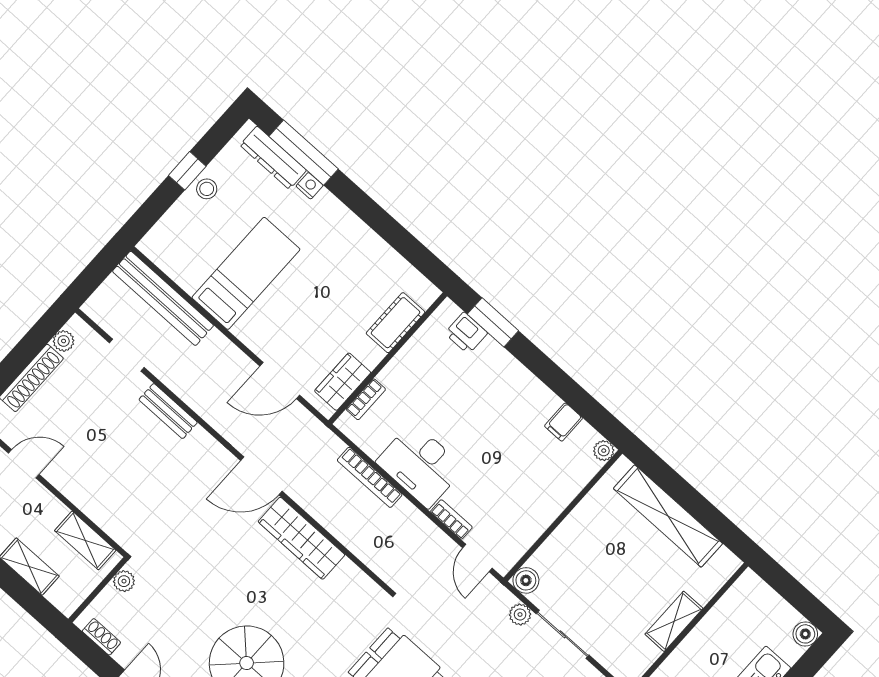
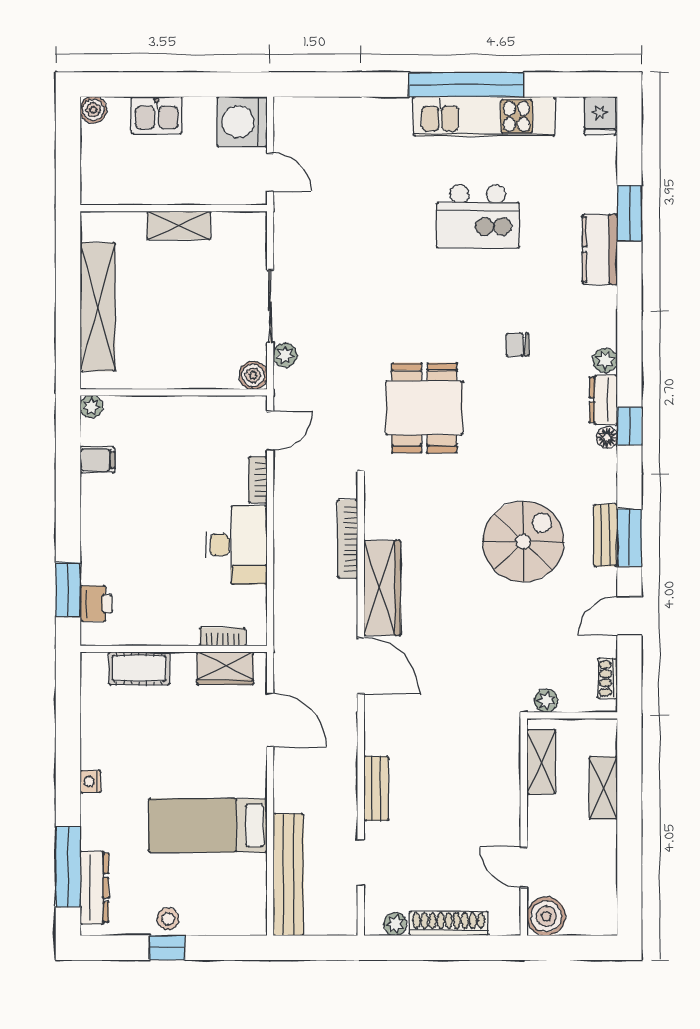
nightstand: (310, 186) -> (90, 782), moved
bookcase: (370, 477) -> (348, 539), moved, turned 180

